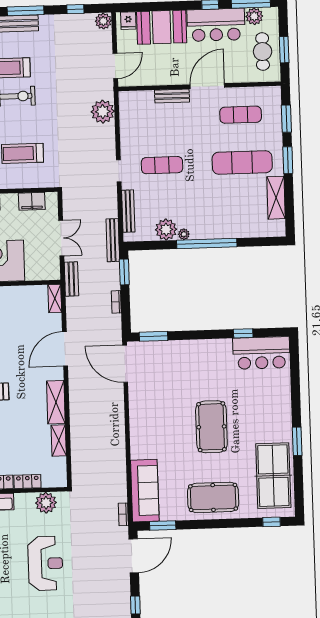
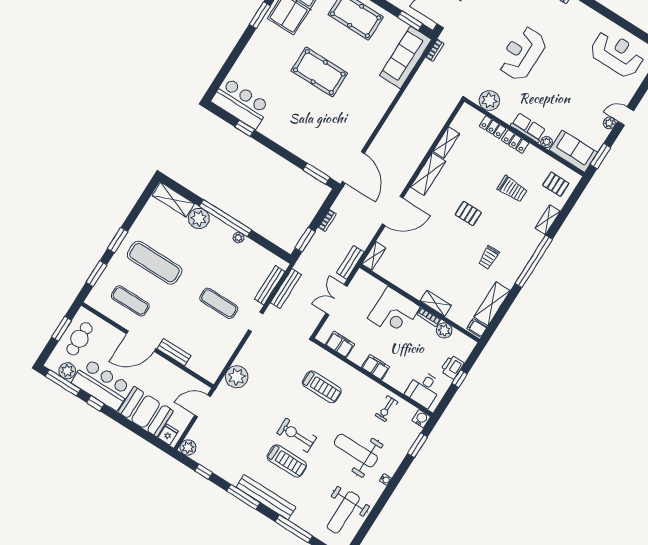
shelving: (276, 198) -> (173, 200), moved, turned 90
plant: (166, 230) -> (199, 218), moved
bench: (113, 240) -> (286, 289), moved
pool table: (211, 427) -> (319, 72), turned 90

